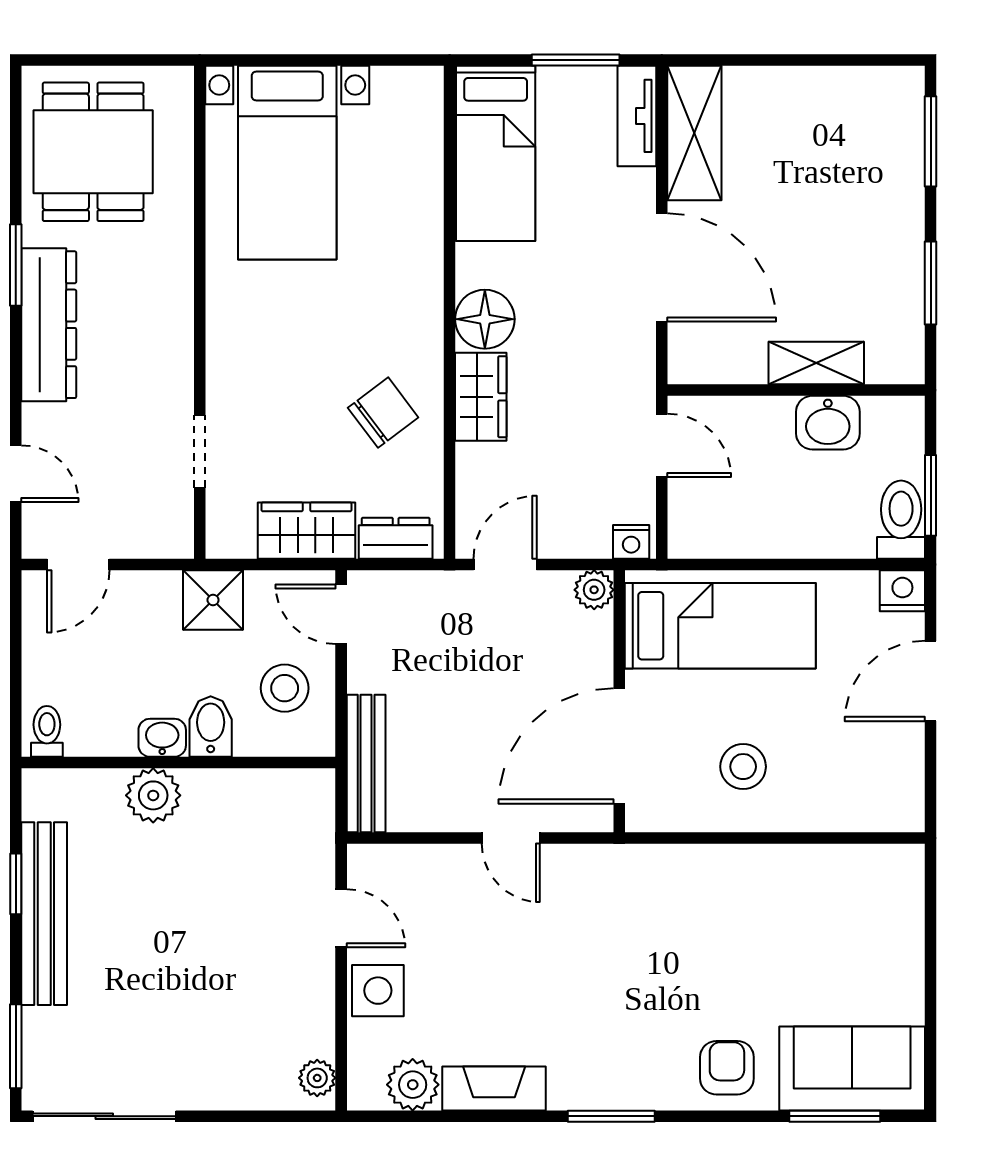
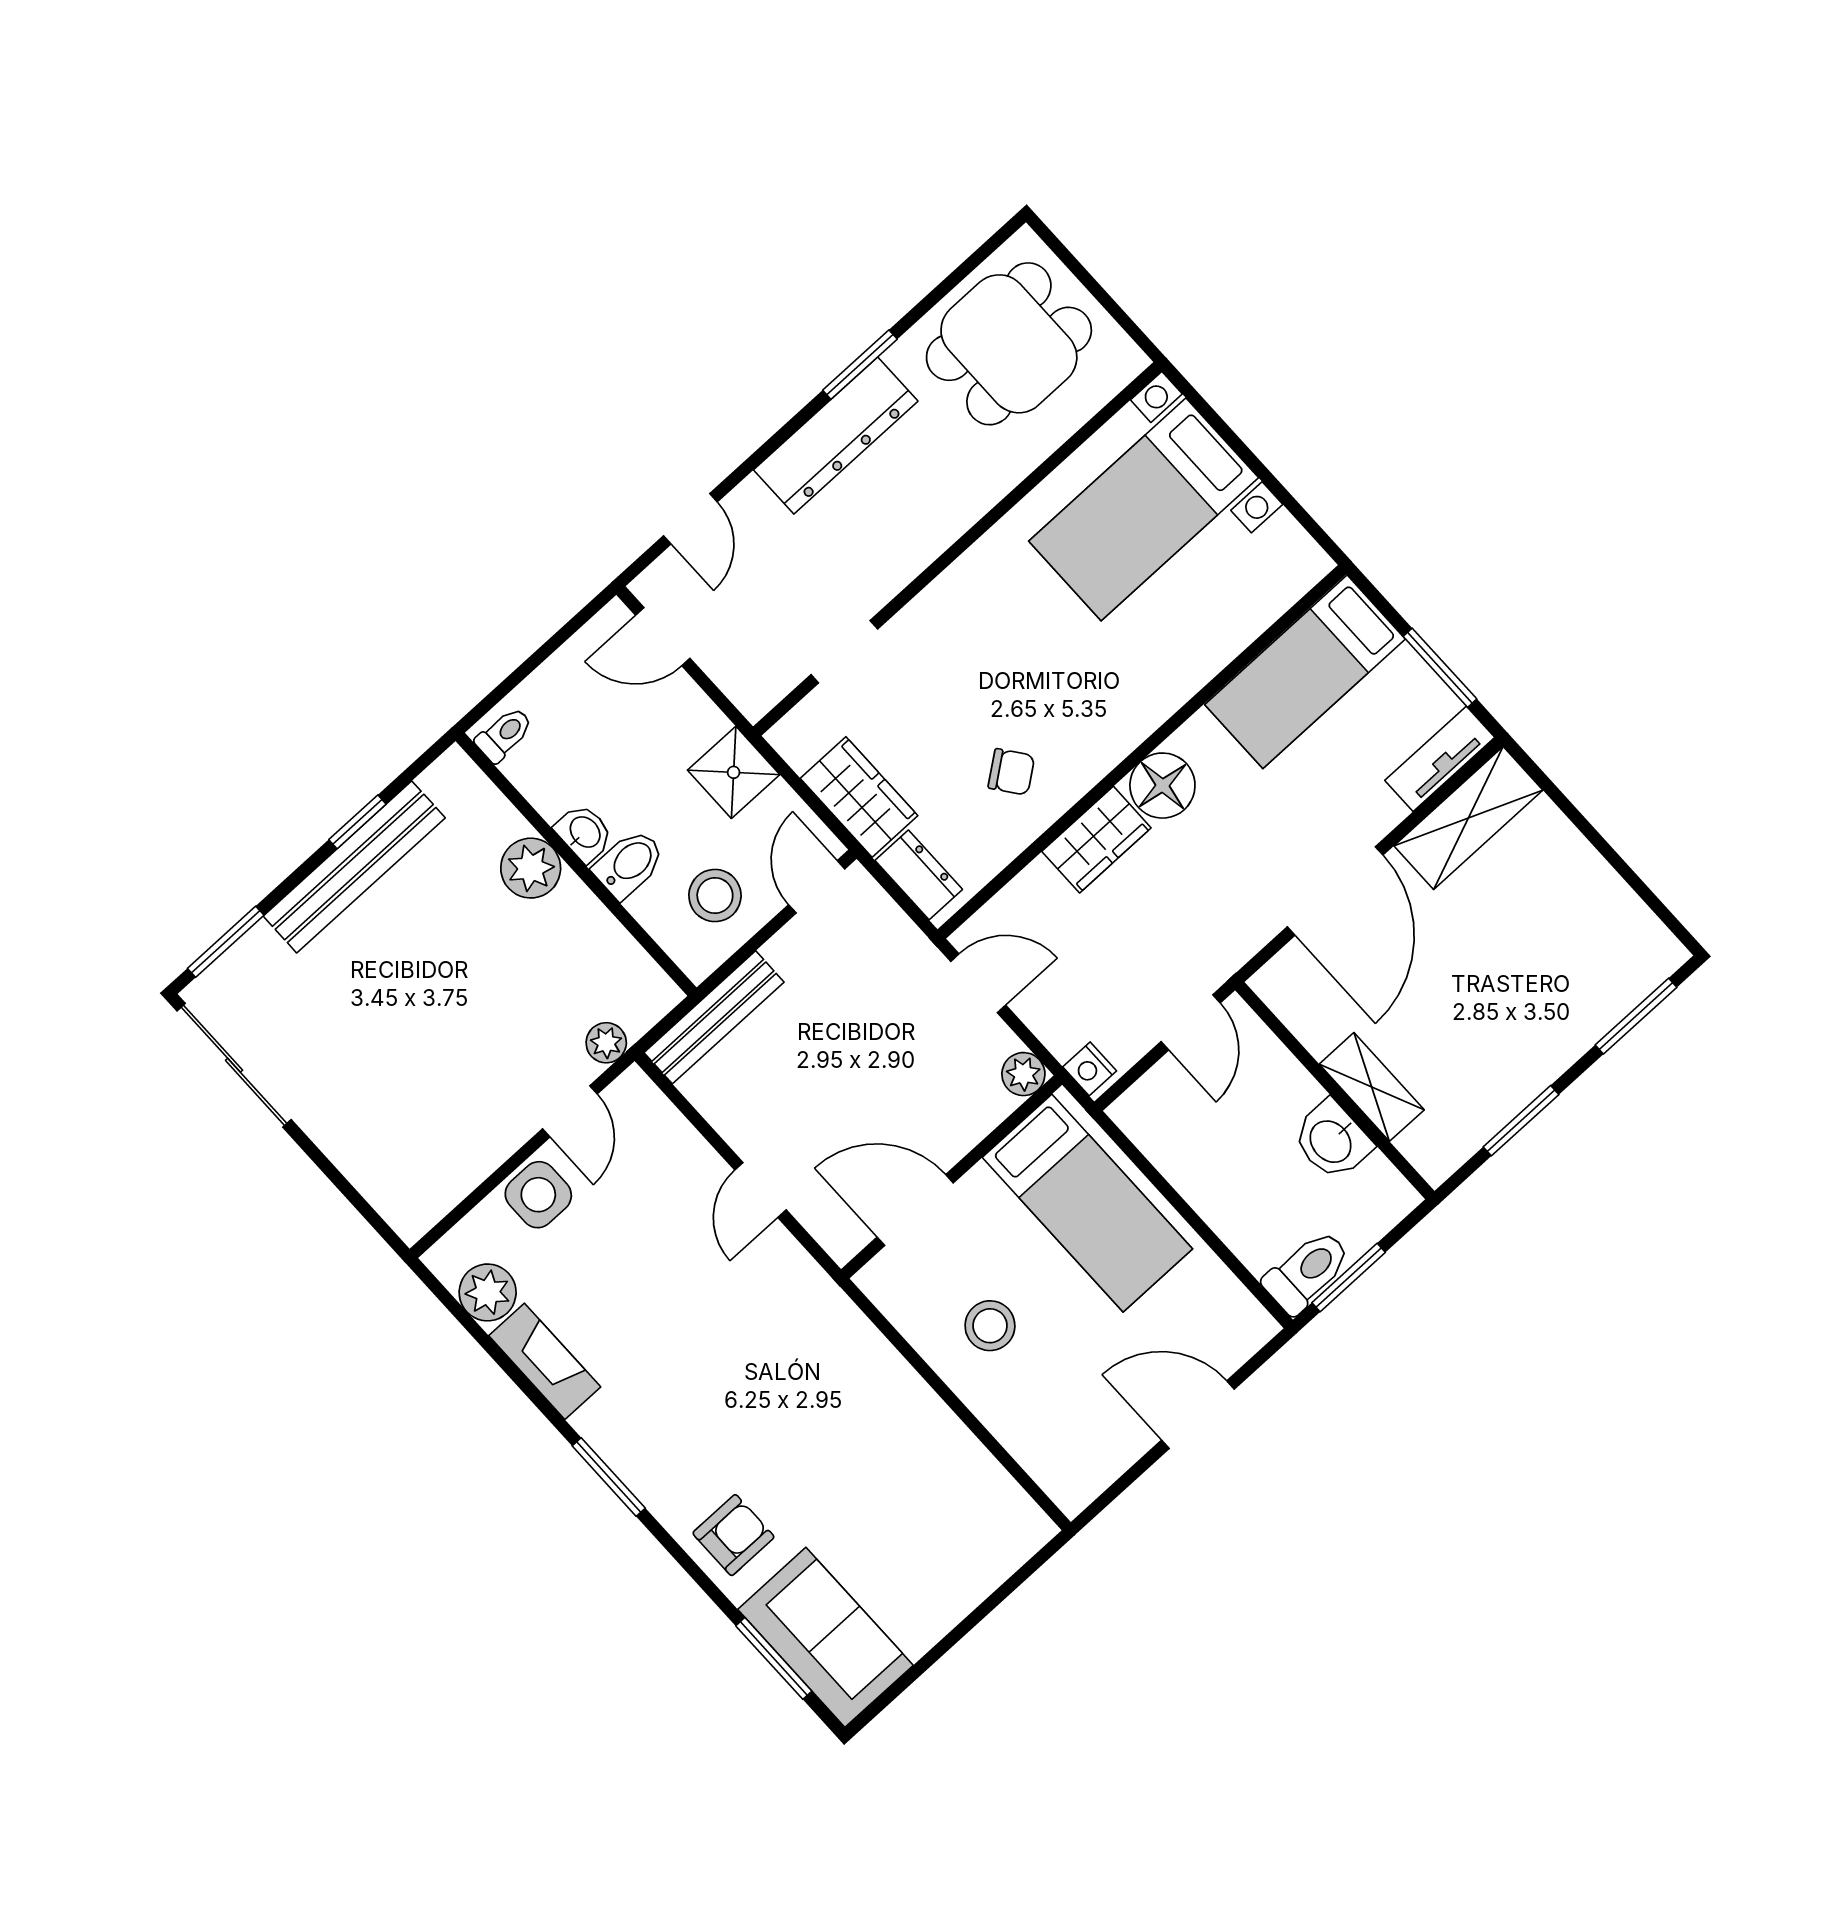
chair: (383, 413) -> (1011, 772), width x0.73, depth x0.73
nightstand: (902, 591) -> (1250, 1325), removed
door: (619, 746) -> (915, 1210), width x0.73
plant: (317, 1078) -> (606, 1043), moved

